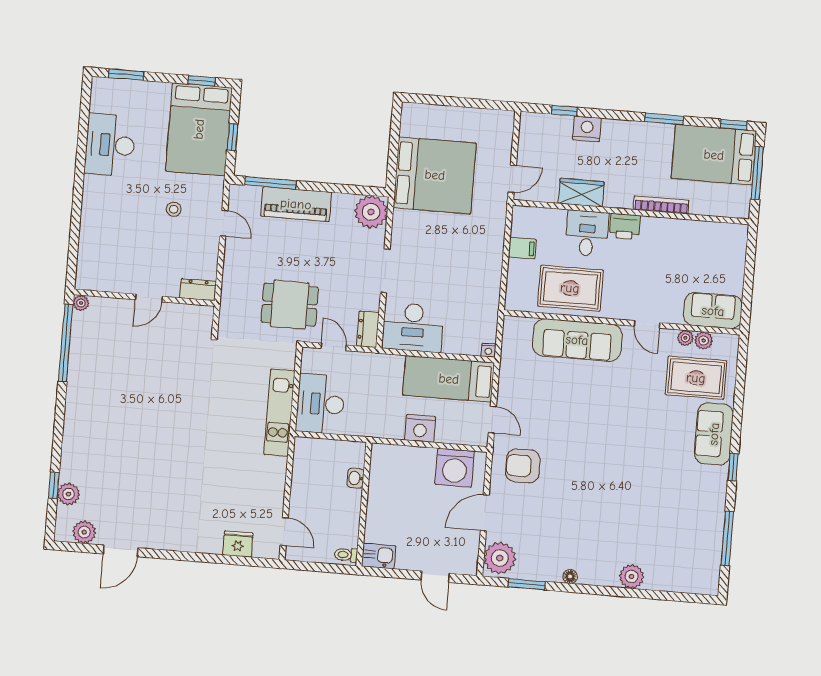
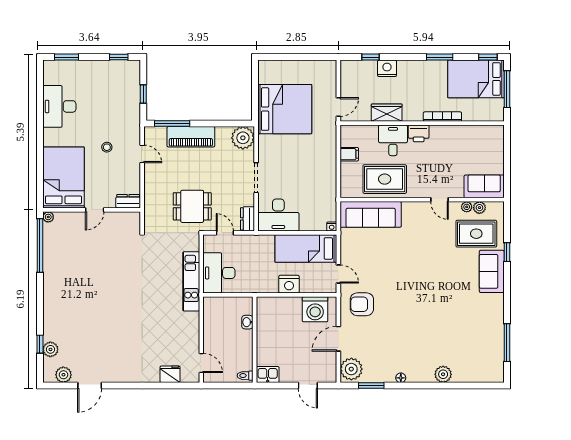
bed: (199, 129) -> (63, 177), moved, turned 180
sofa: (577, 340) -> (371, 214), moved
window: (733, 467) -> (507, 252), moved

